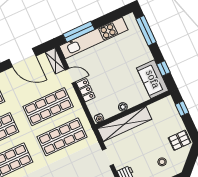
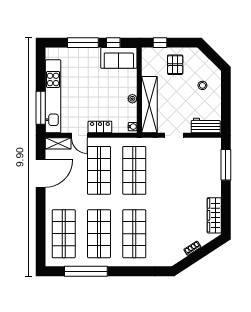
window: (146, 31) -> (83, 43), moved
door: (70, 76) -> (79, 135), swing flipped
pallet: (180, 140) -> (175, 65), moved

